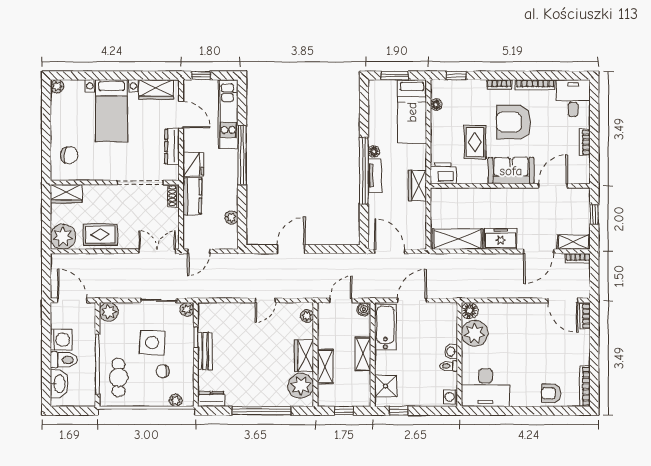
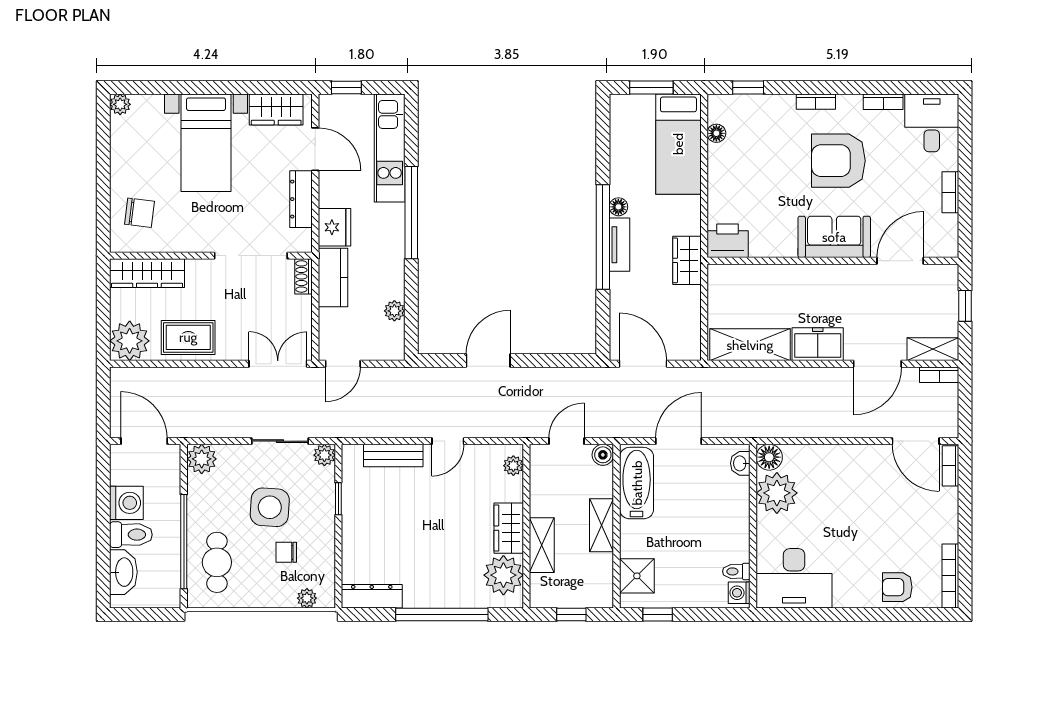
bookcase: (535, 85) -> (883, 102), width x0.64
rug: (475, 142) -> (778, 192), removed
wardrobe: (66, 194) -> (147, 273), width x1.50
bench: (205, 351) -> (393, 456), moved, turned 90
washbasin: (451, 352) -> (740, 463), moved
toilet: (449, 366) -> (736, 571), moved
dresser: (211, 399) -> (372, 596), width x1.44

